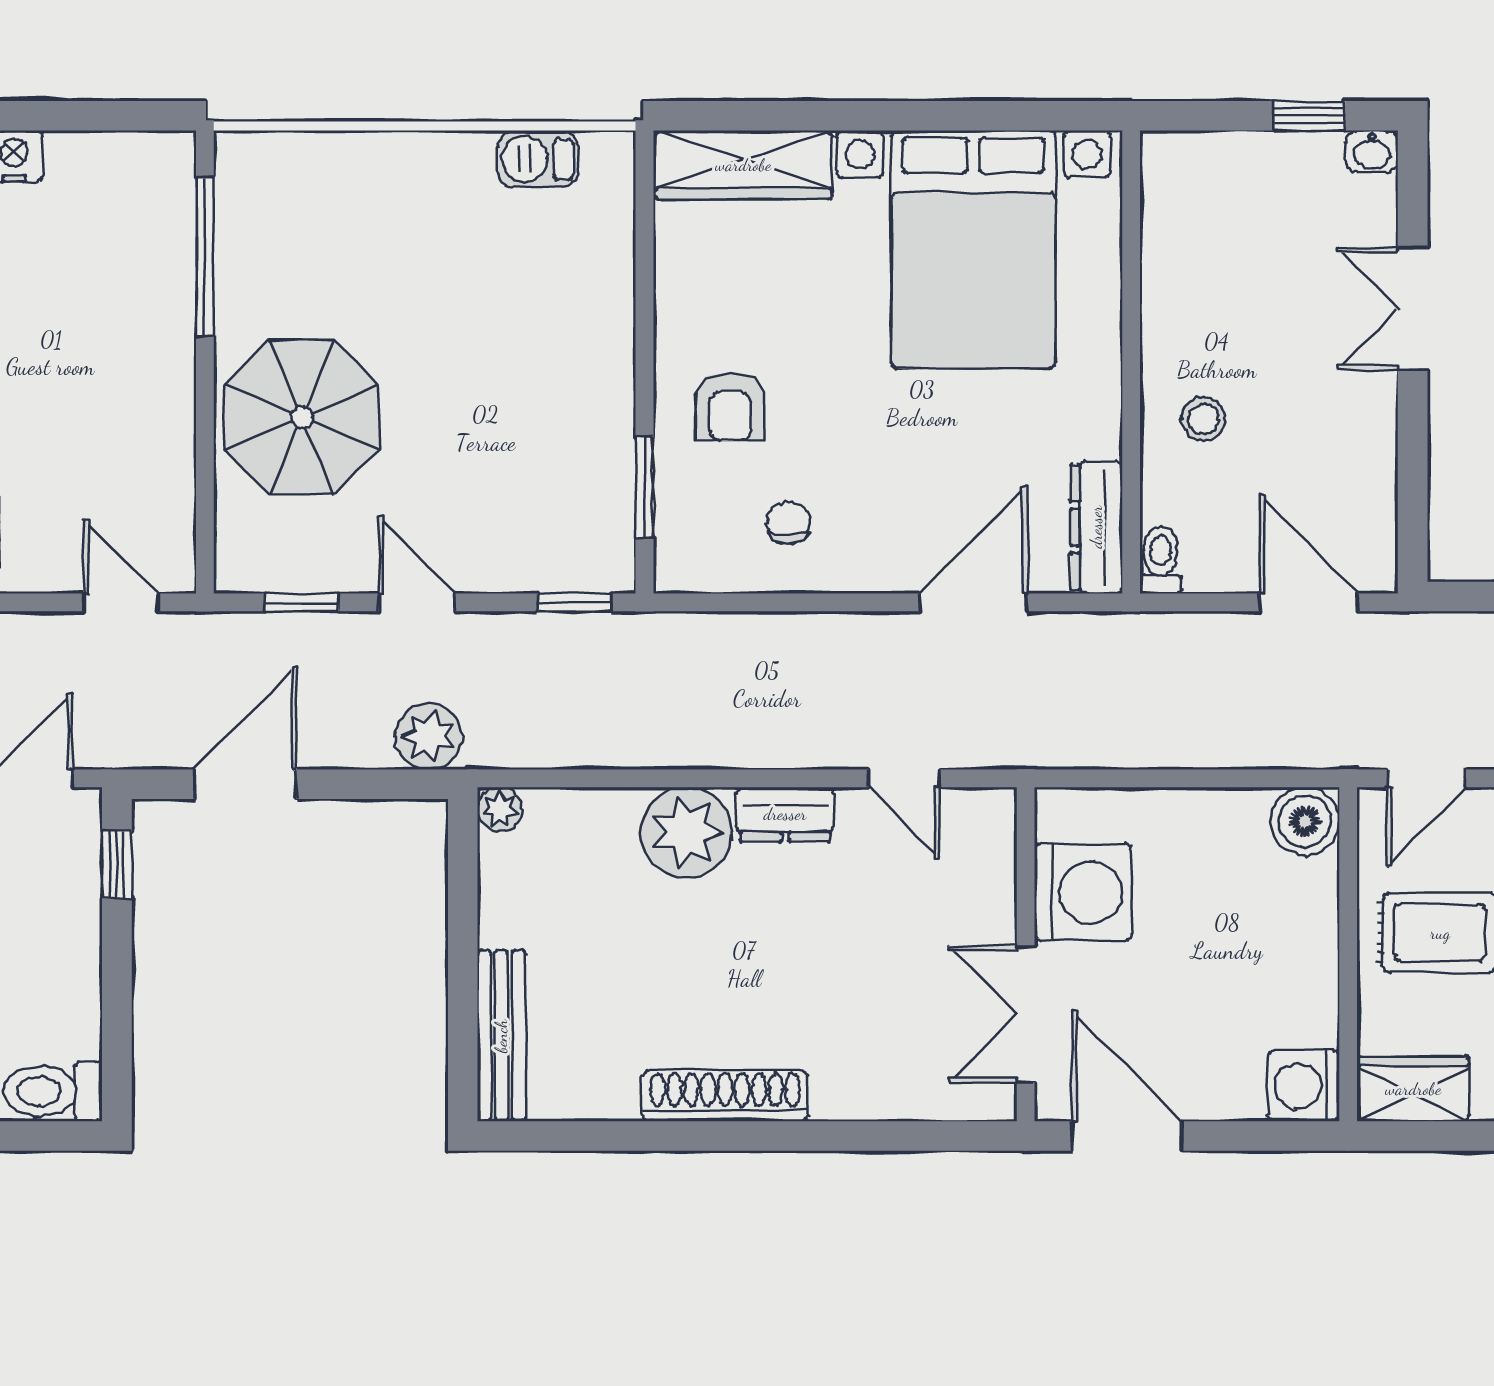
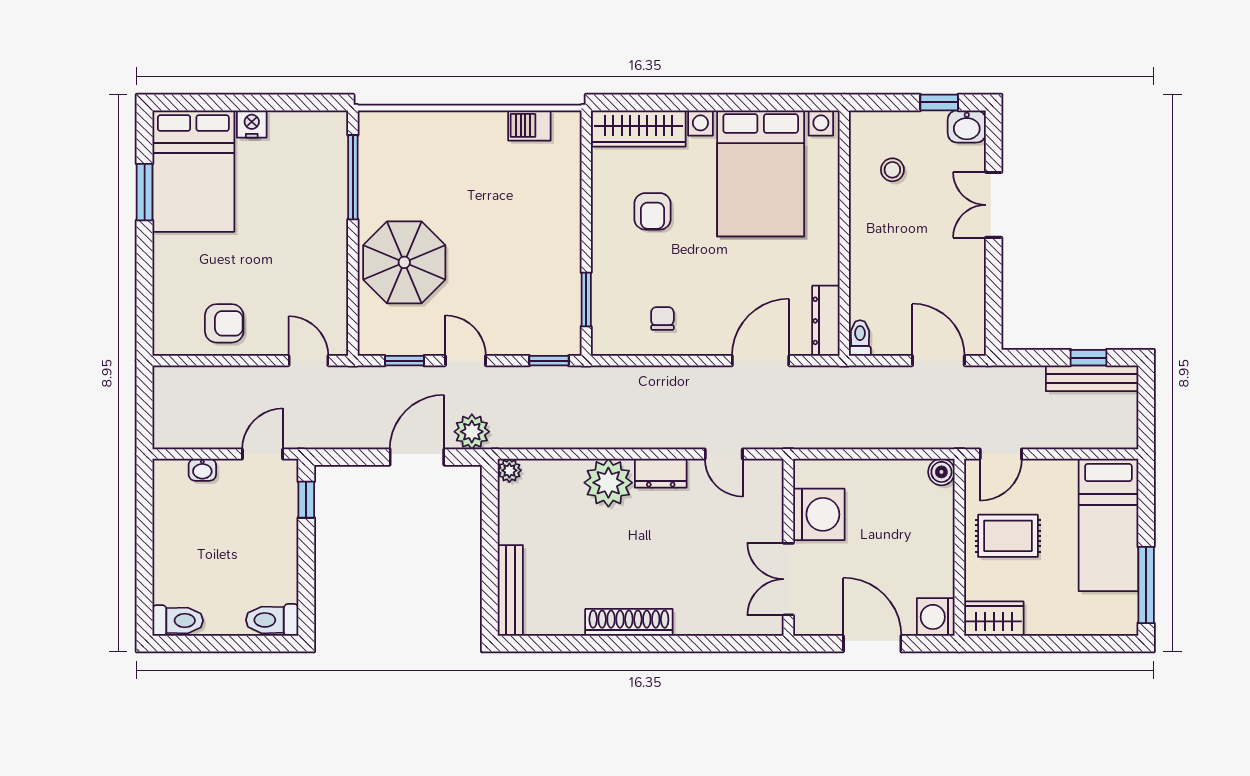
washbasin: (1372, 151) -> (967, 126), width x1.38, depth x1.45
armchair: (730, 406) -> (653, 211), moved
stool: (1203, 419) -> (892, 170), moved
door: (245, 784) -> (417, 457), moved
boiler: (1305, 821) -> (941, 472), width x0.73, depth x0.73
door: (1127, 1136) -> (872, 644), moved

